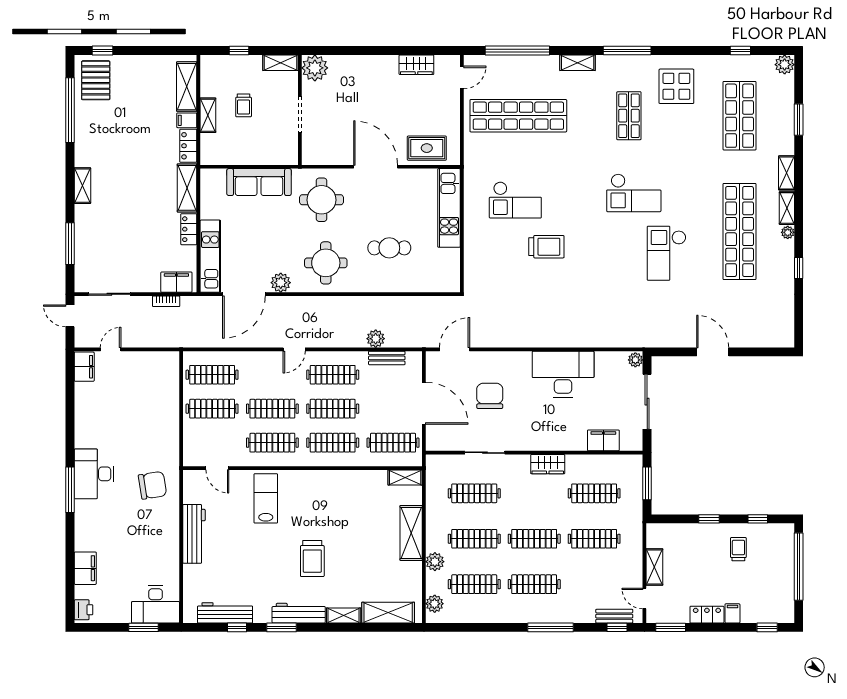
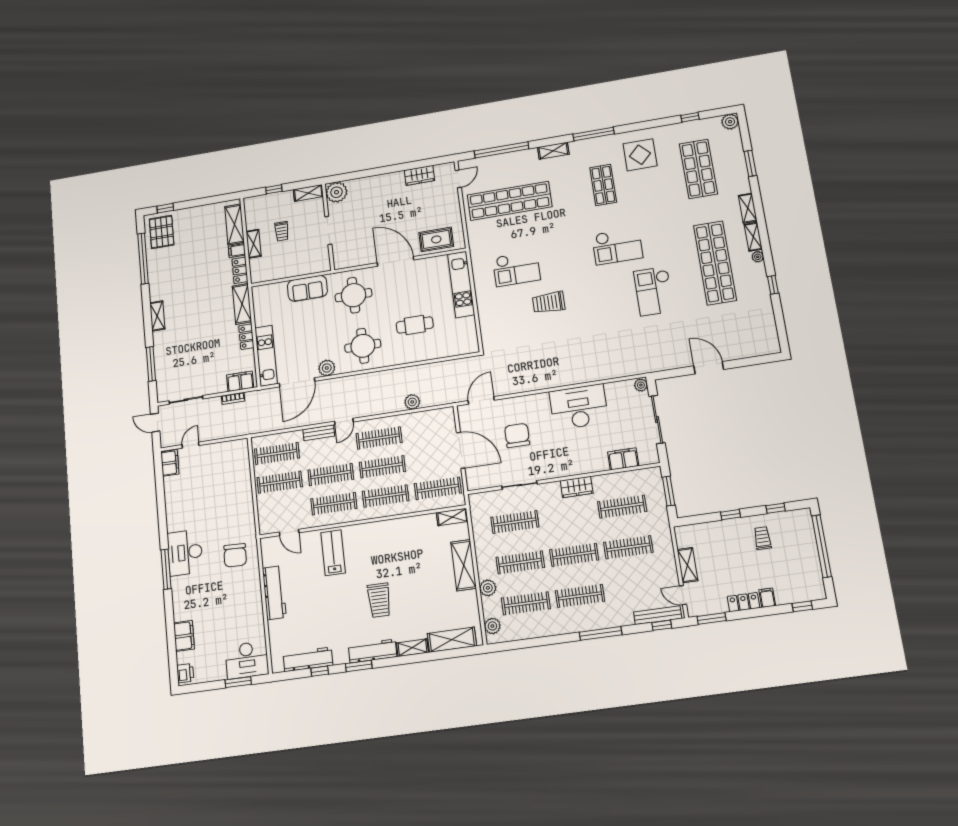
sofa: (259, 182) -> (307, 288), width x0.73
trolley: (546, 247) -> (549, 303), turned 180
bench: (387, 358) -> (319, 433), moved
chair: (152, 485) -> (235, 555), turned 101
bench: (614, 616) -> (658, 615), width x1.36

